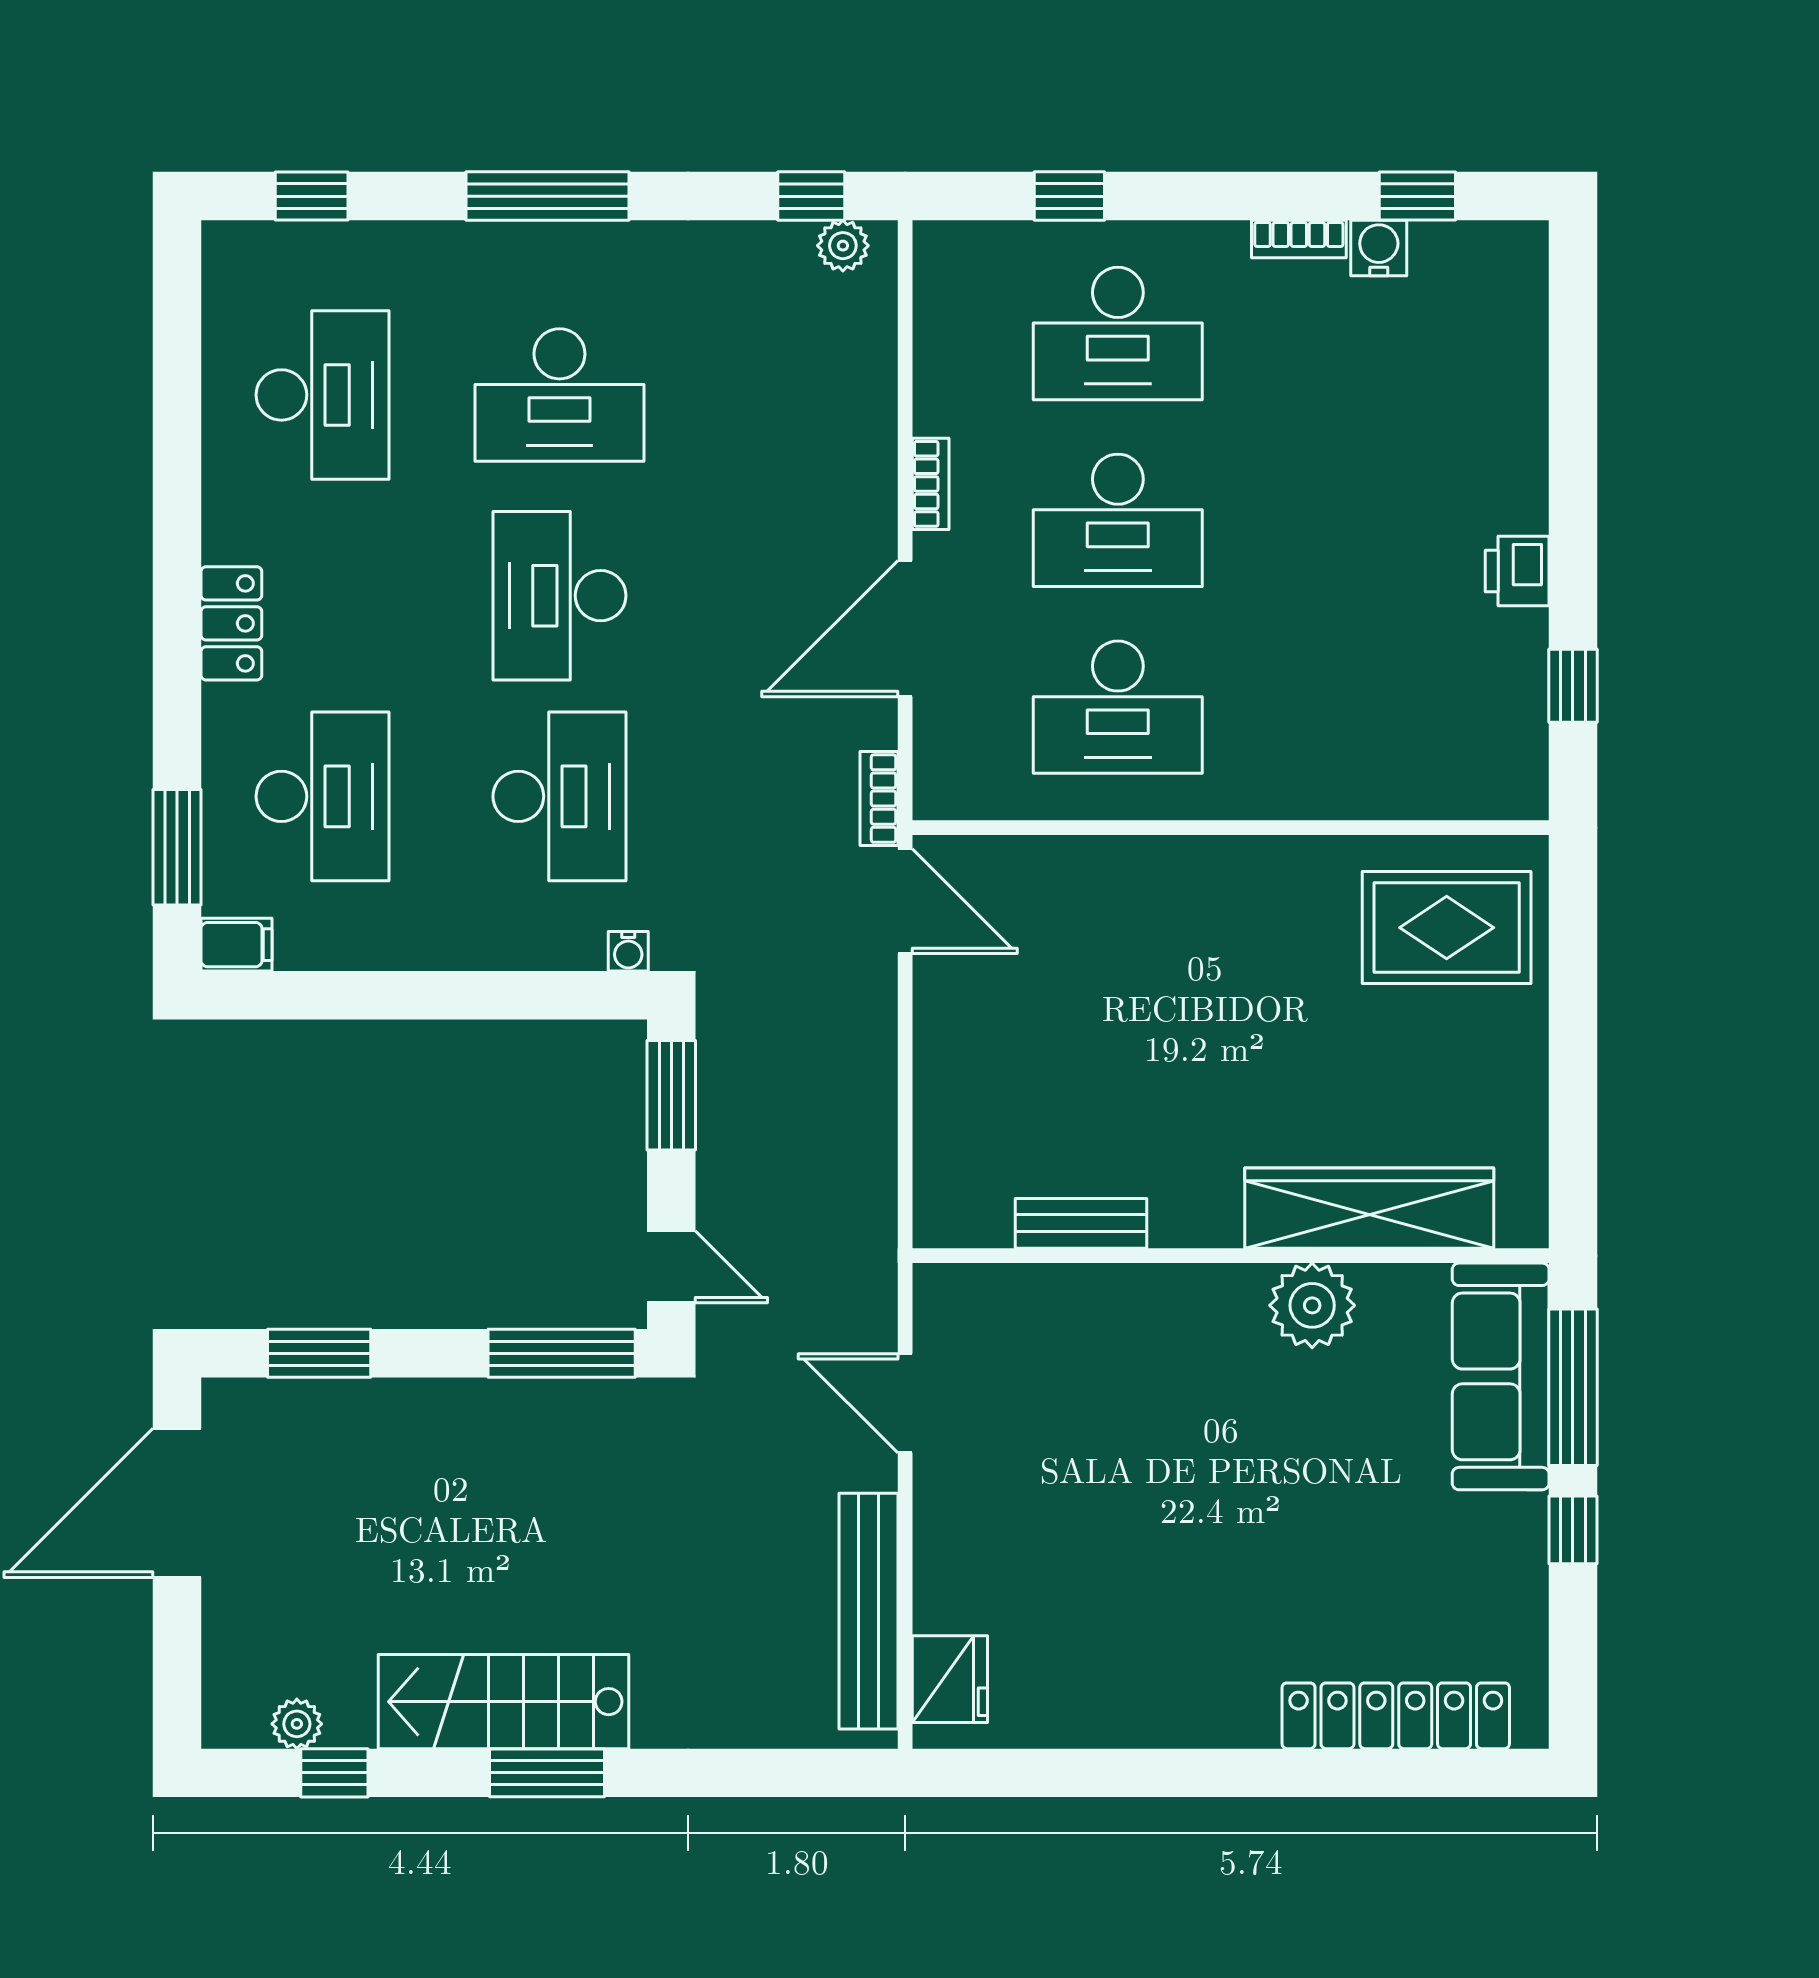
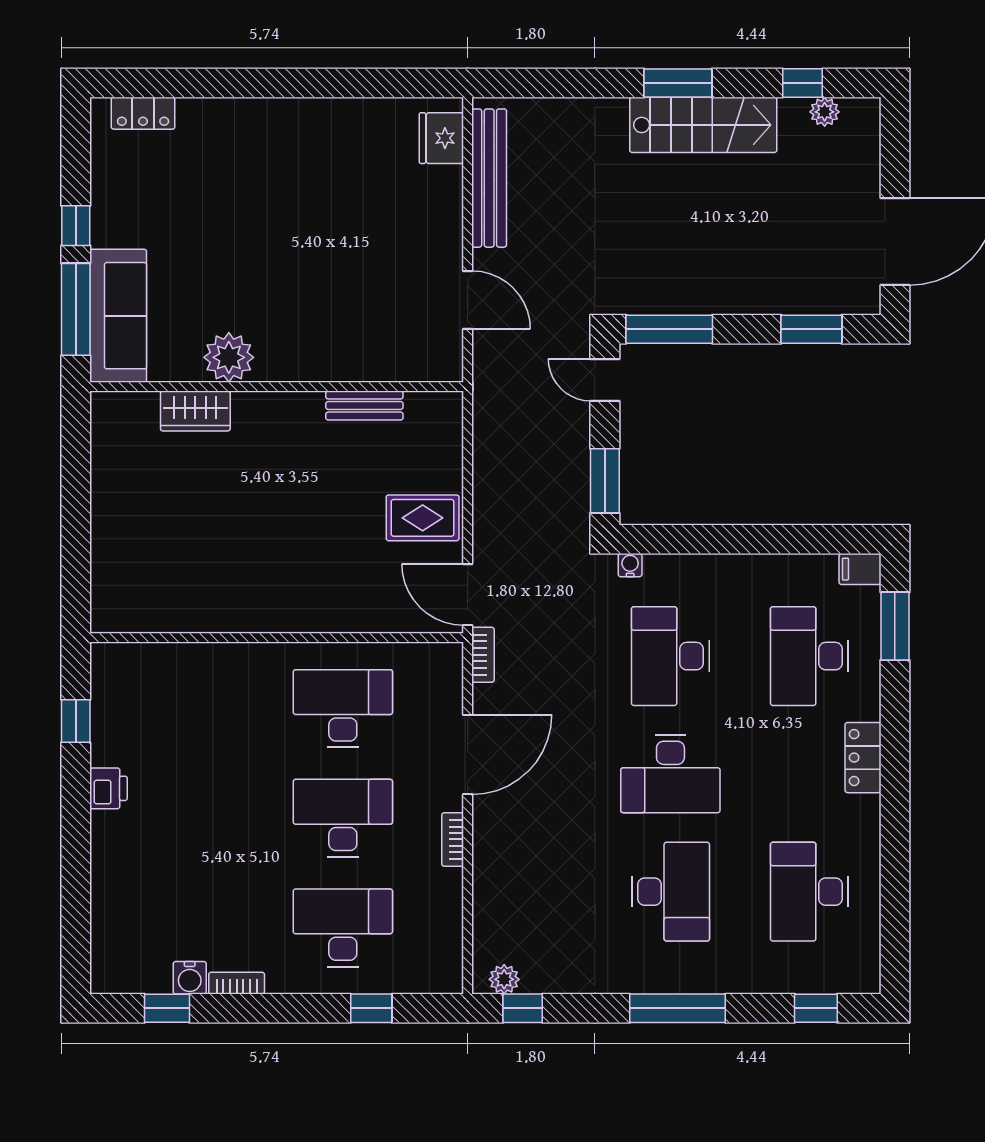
desk: (559, 395) -> (670, 892), turned 90
desk: (559, 596) -> (670, 774), turned 90
rug: (1447, 928) -> (423, 518), moved, width x0.73, depth x0.70
wardrobe: (1369, 1208) -> (195, 411), width x0.48, depth x0.85
locker: (1396, 1716) -> (143, 113), width x0.46, depth x0.83

